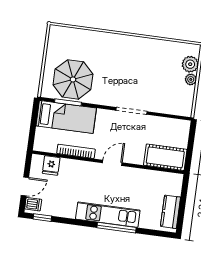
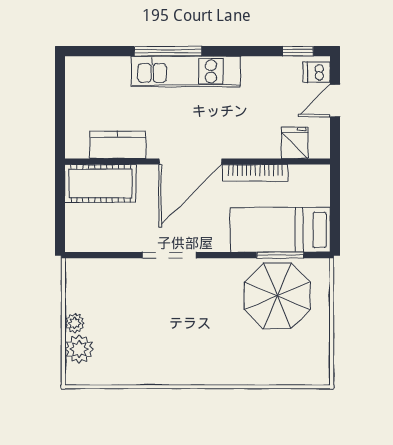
door: (112, 163) -> (190, 162), width x1.87
kitchen counter: (171, 212) -> (118, 145), moved, turned -90

